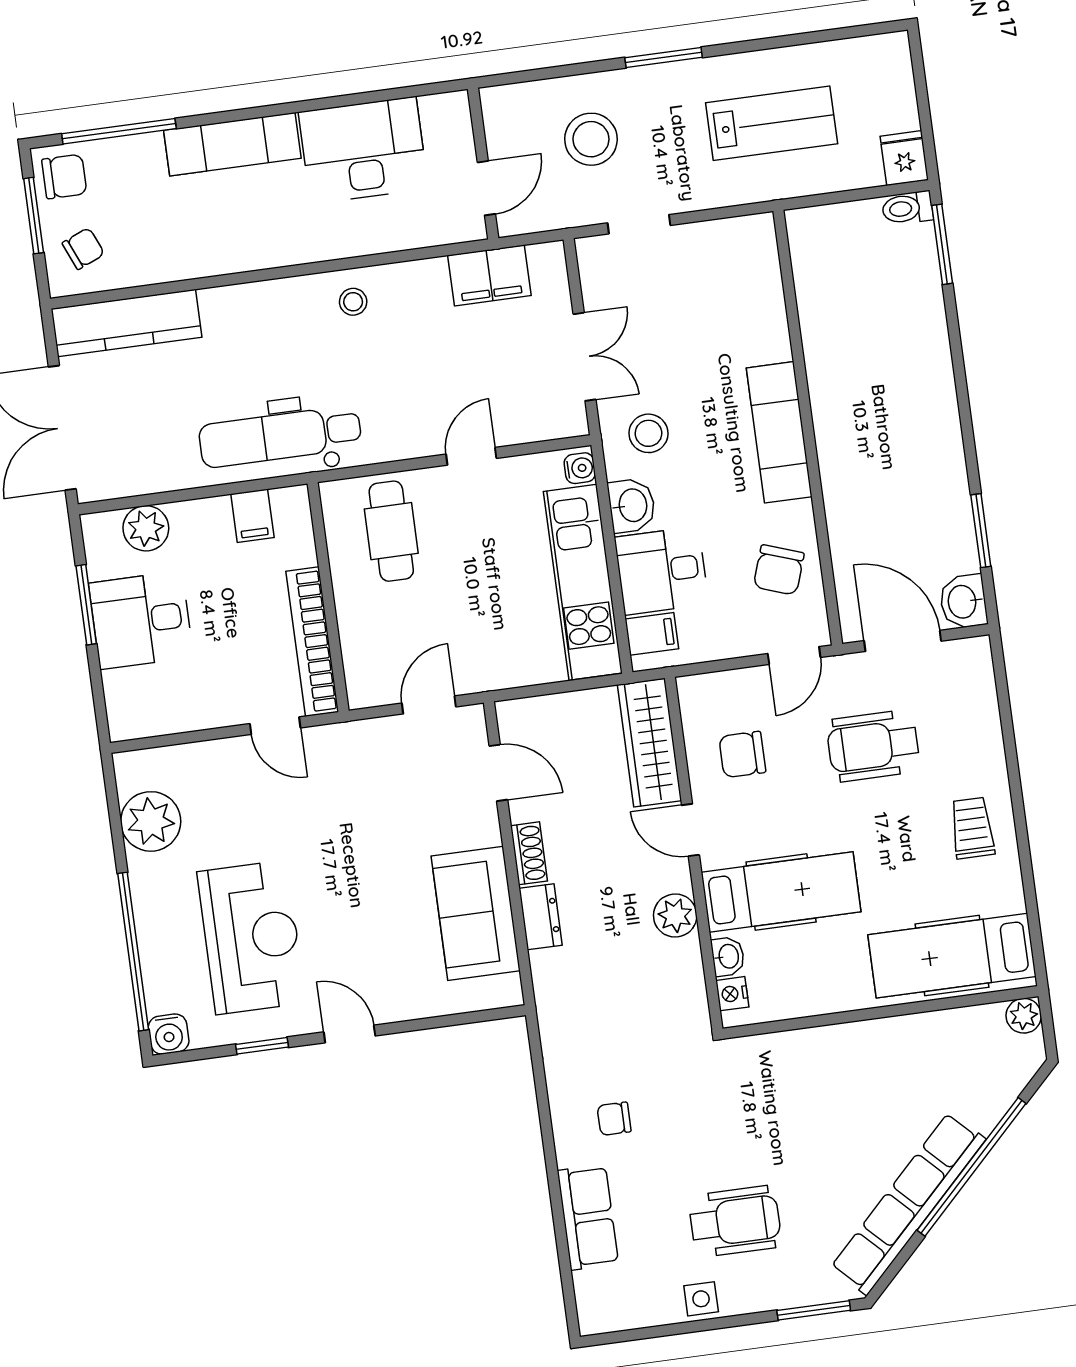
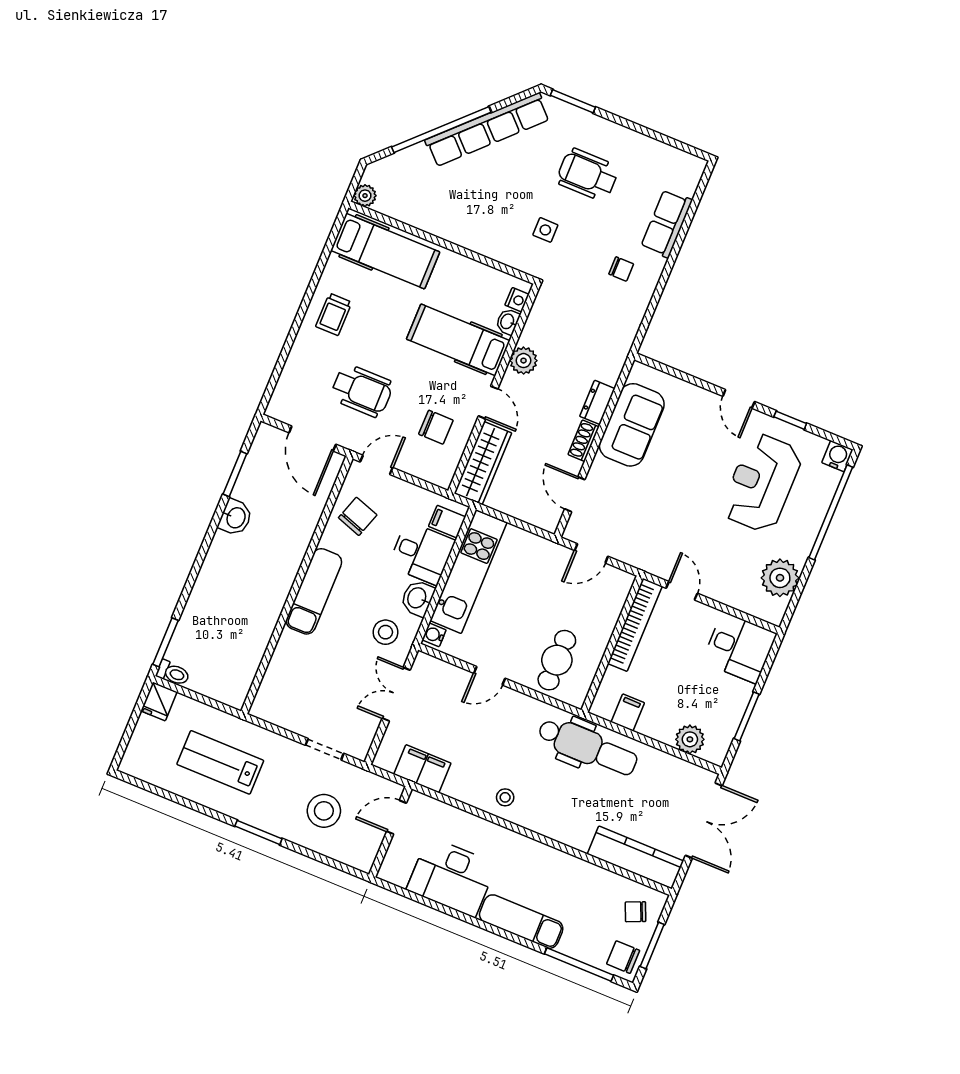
washbasin: (963, 602) -> (235, 517), moved
desk: (141, 620) -> (739, 648), moved
side table: (701, 1299) -> (545, 230), moved

